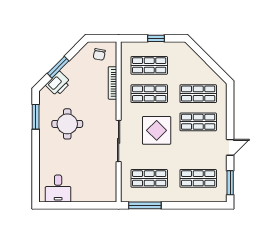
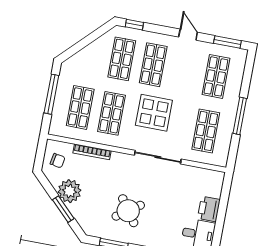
window: (156, 38) -> (51, 94), width x2.17
plant: (75, 70) -> (70, 191), added
printer: (58, 84) -> (209, 209), moved, turned -135
window: (230, 99) -> (134, 25), added
round table: (67, 124) -> (128, 211), turned -35
window: (145, 205) -> (240, 116), moved

